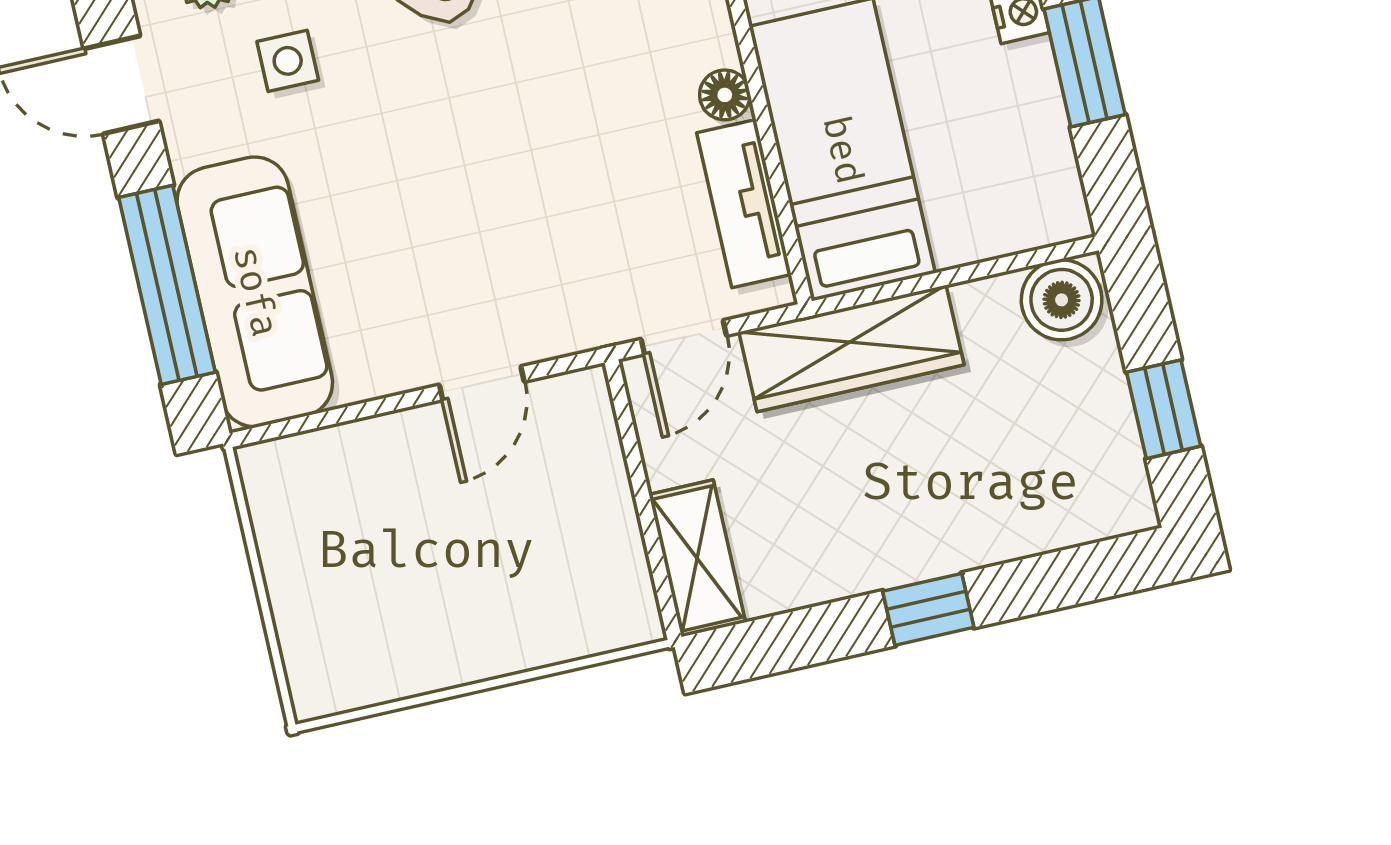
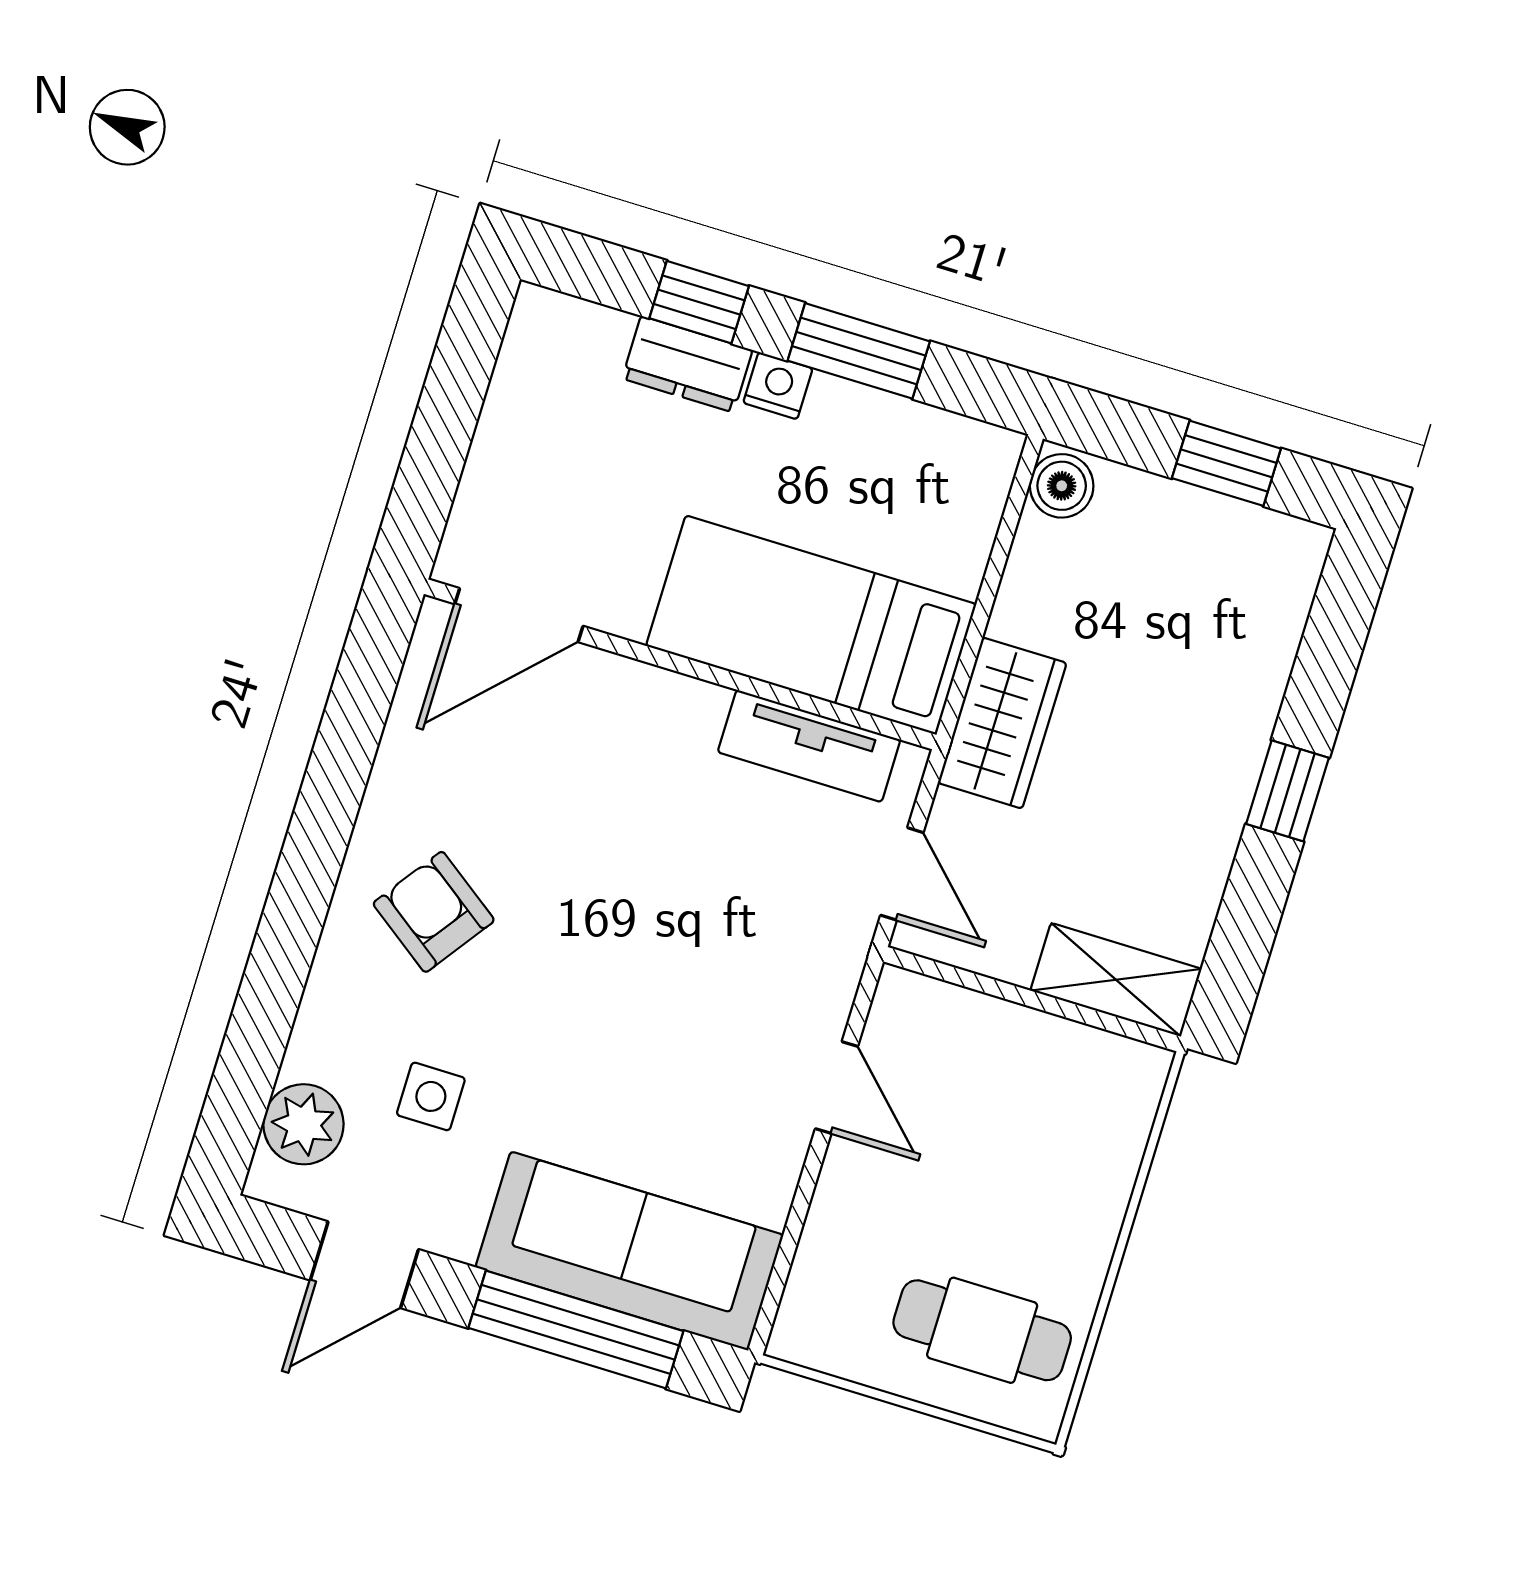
floor lamp: (725, 95) -> (697, 706), removed
boiler: (1062, 300) -> (1062, 486), width x0.73, depth x0.73
wardrobe: (851, 348) -> (1002, 723), width x0.67
cafe table: (354, 612) -> (982, 1330), added

